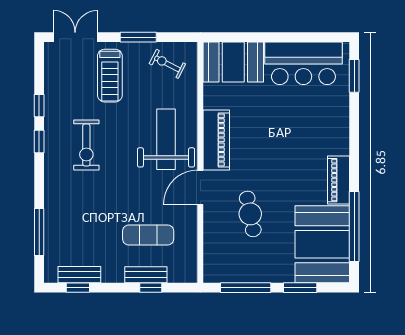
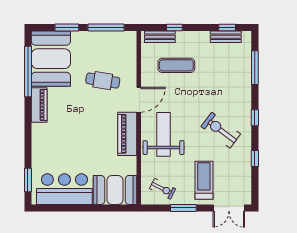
weight bench: (166, 139) -> (163, 134), turned 180
window: (39, 142) -> (255, 118), moved
exercise bike: (86, 145) -> (221, 130), turned -53
cafe table: (250, 214) -> (103, 81), turned -70
bench: (146, 275) -> (160, 37), moved

